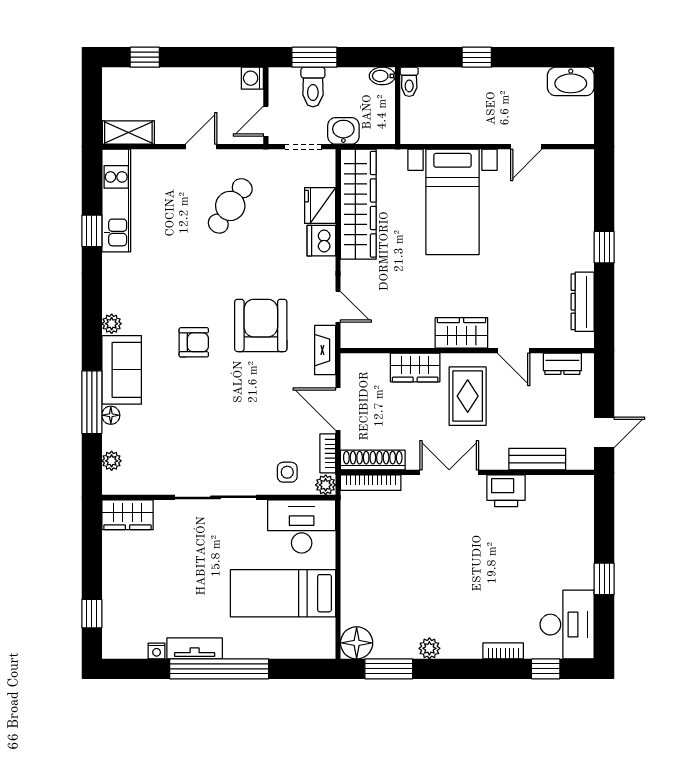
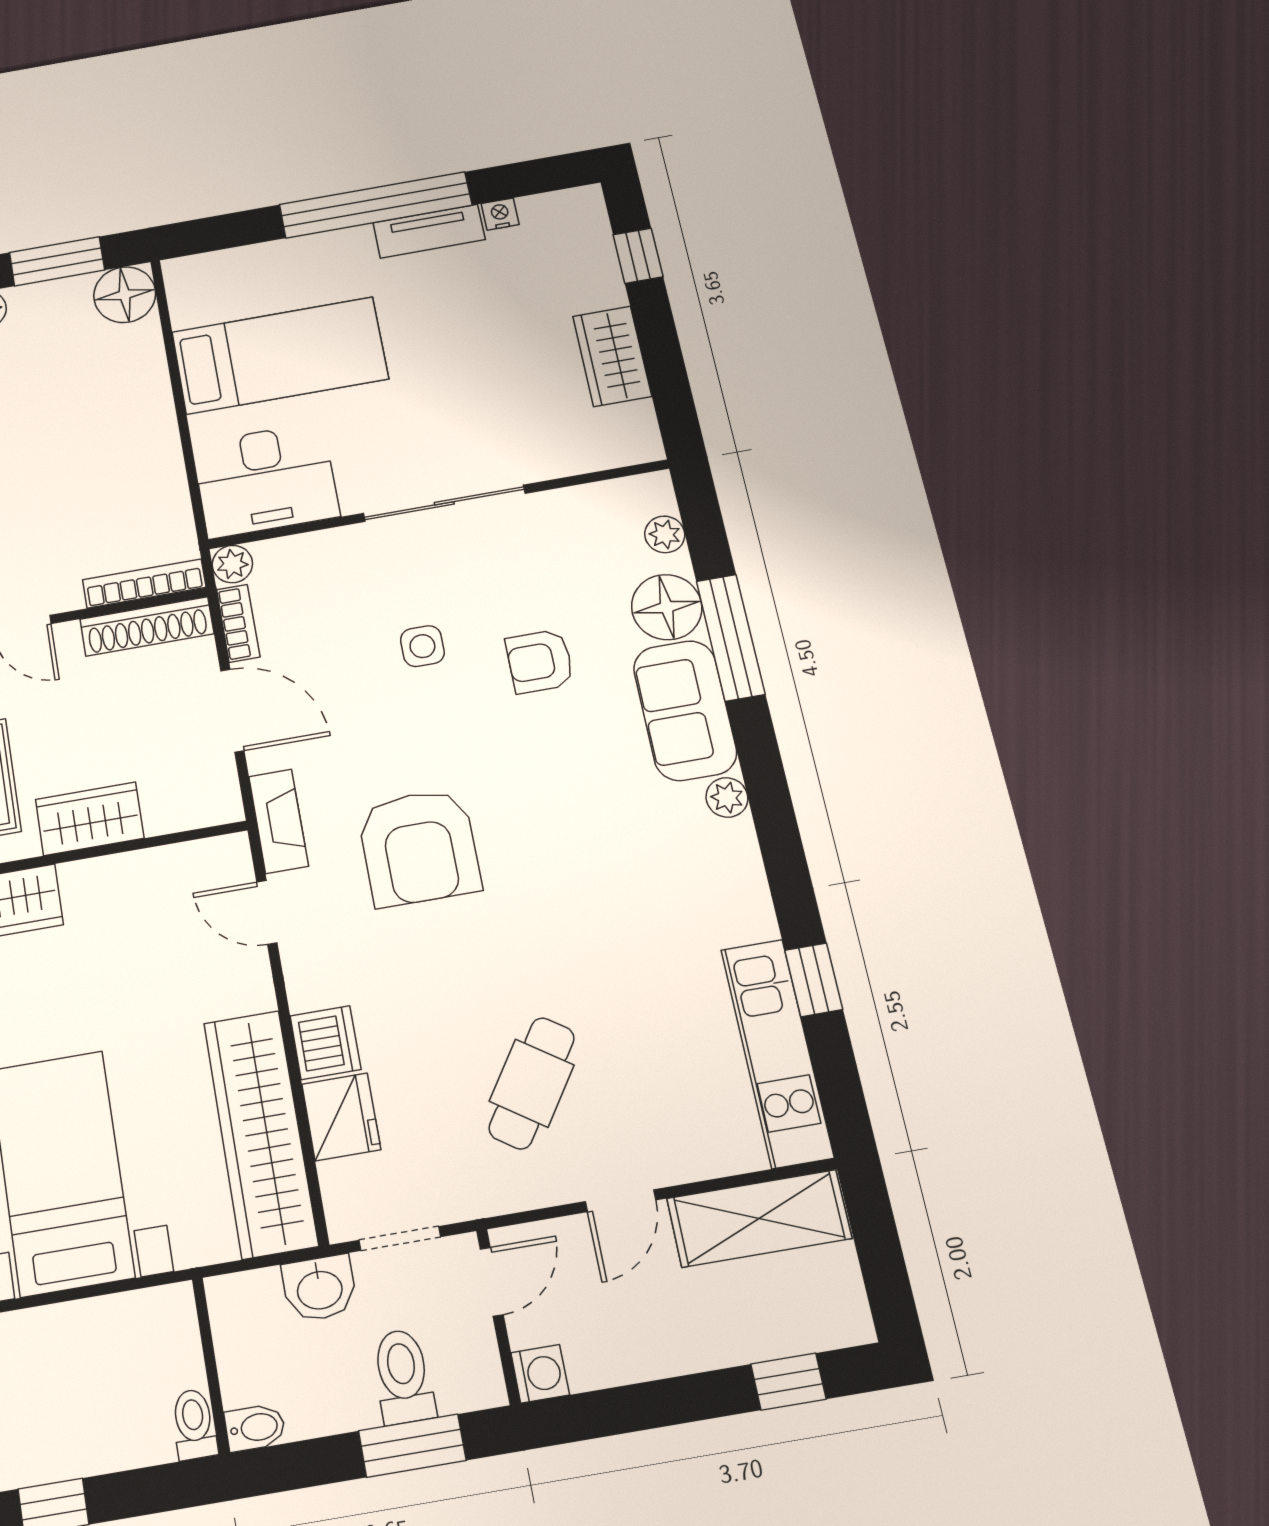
shelving: (128, 133) -> (759, 1218), width x1.50, depth x1.33
armchair: (194, 342) -> (540, 661), moved
floor lamp: (111, 415) -> (667, 607), width x1.89, depth x1.89
side table: (287, 472) -> (422, 646), moved
wardrobe: (128, 515) -> (612, 356), moved, turned -90

